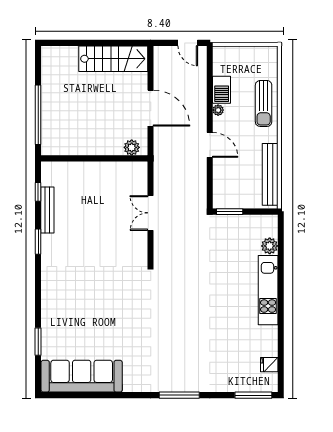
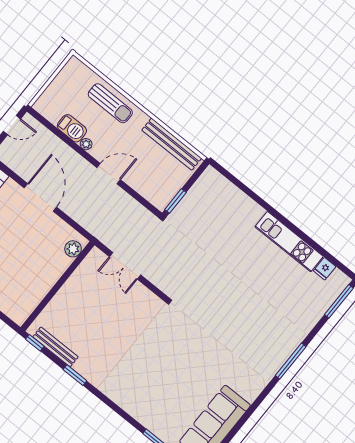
door: (151, 108) -> (40, 197), hinge flipped
plant: (132, 147) -> (73, 249), moved
wall: (94, 158) -> (57, 286), moved
plant: (270, 246) -> (229, 191), removed
kitchen unit: (268, 290) -> (289, 242), moved

